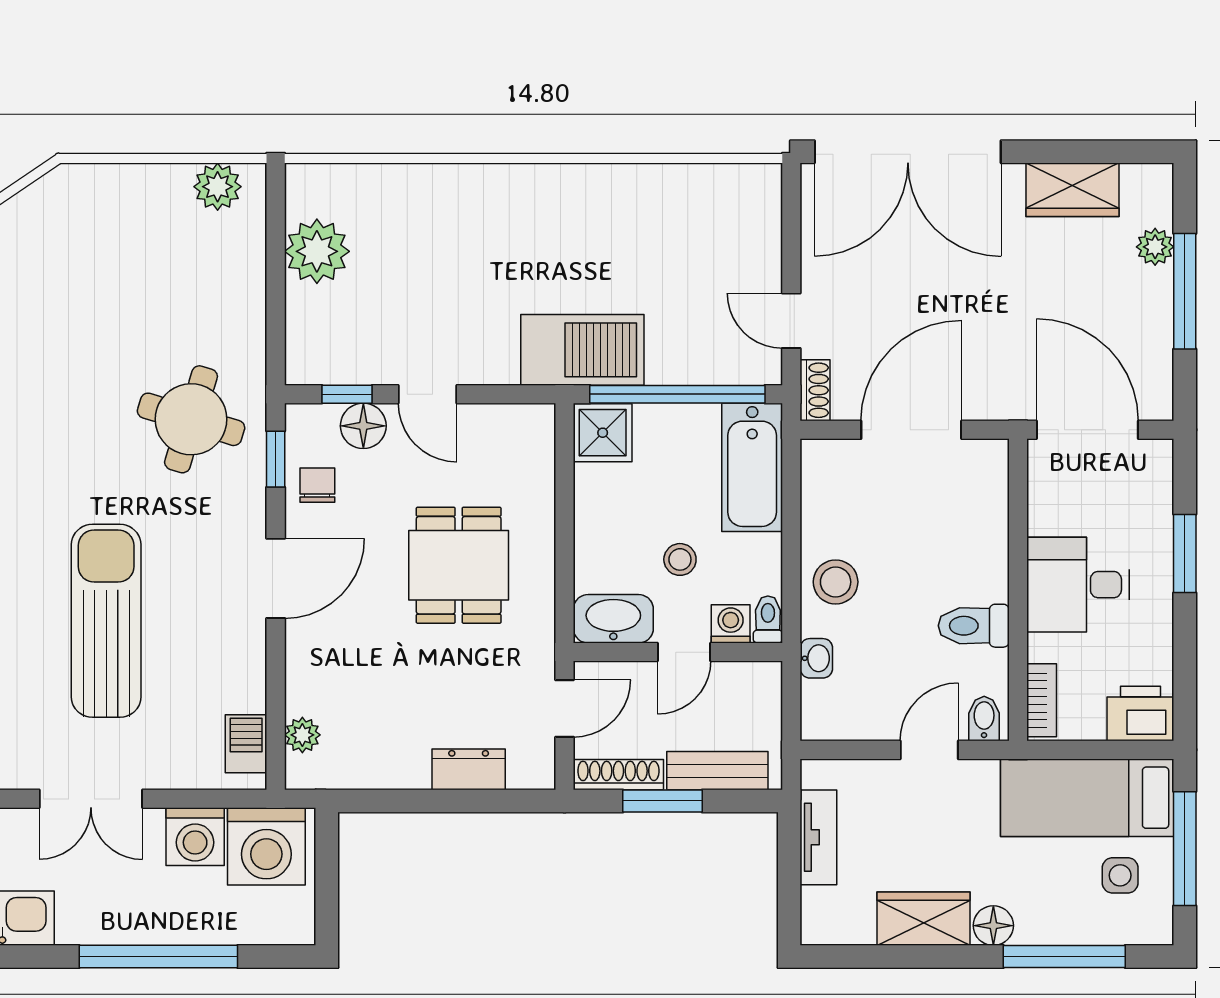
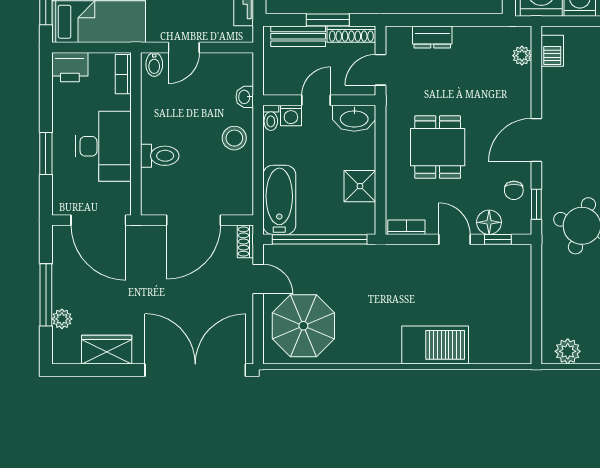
parasol: (708, 234) -> (303, 326), added
plant: (317, 251) -> (514, 316), removed
barbecue: (582, 350) -> (435, 345), moved, turned 180
bookcase: (517, 417) -> (406, 227), added
shower: (603, 433) -> (360, 186), moved
stool: (680, 559) -> (318, 150), removed
desk: (1078, 585) -> (103, 146), width x1.37
toilet: (974, 626) -> (160, 156), moved

